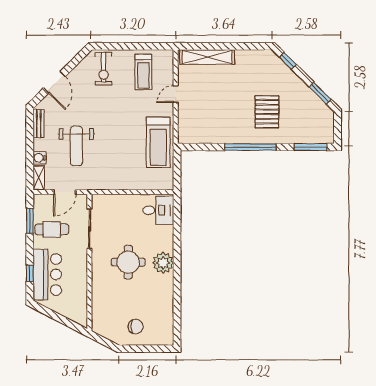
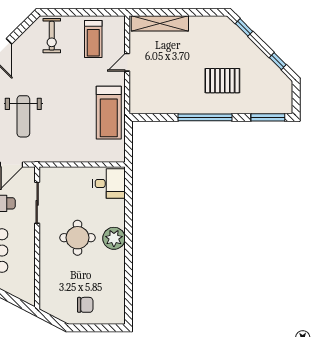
window: (320, 93) -> (278, 61), width x0.67
pallet: (267, 112) -> (222, 81), turned 90

